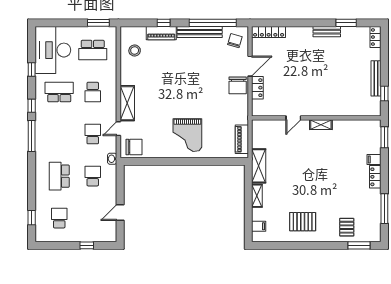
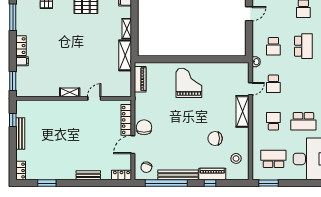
locker: (269, 32) -> (121, 175), width x0.66
bench: (327, 32) -> (88, 175), moved
locker: (257, 88) -> (126, 120), width x1.53
chair: (134, 147) -> (215, 138), moved

